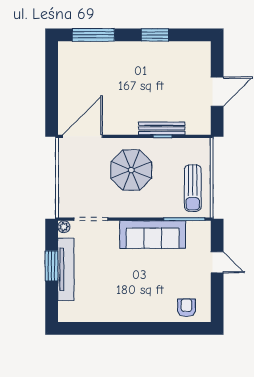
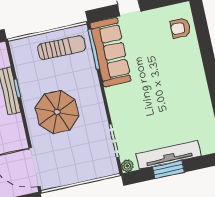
sofa: (153, 235) -> (110, 52), moved

